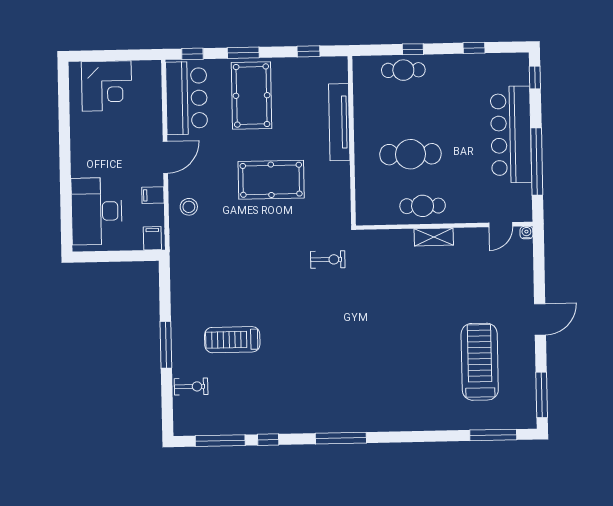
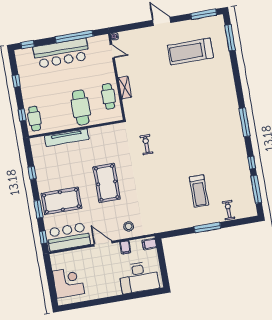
tv unit: (339, 122) -> (67, 138), moved
wall: (352, 141) -> (76, 129), moved

